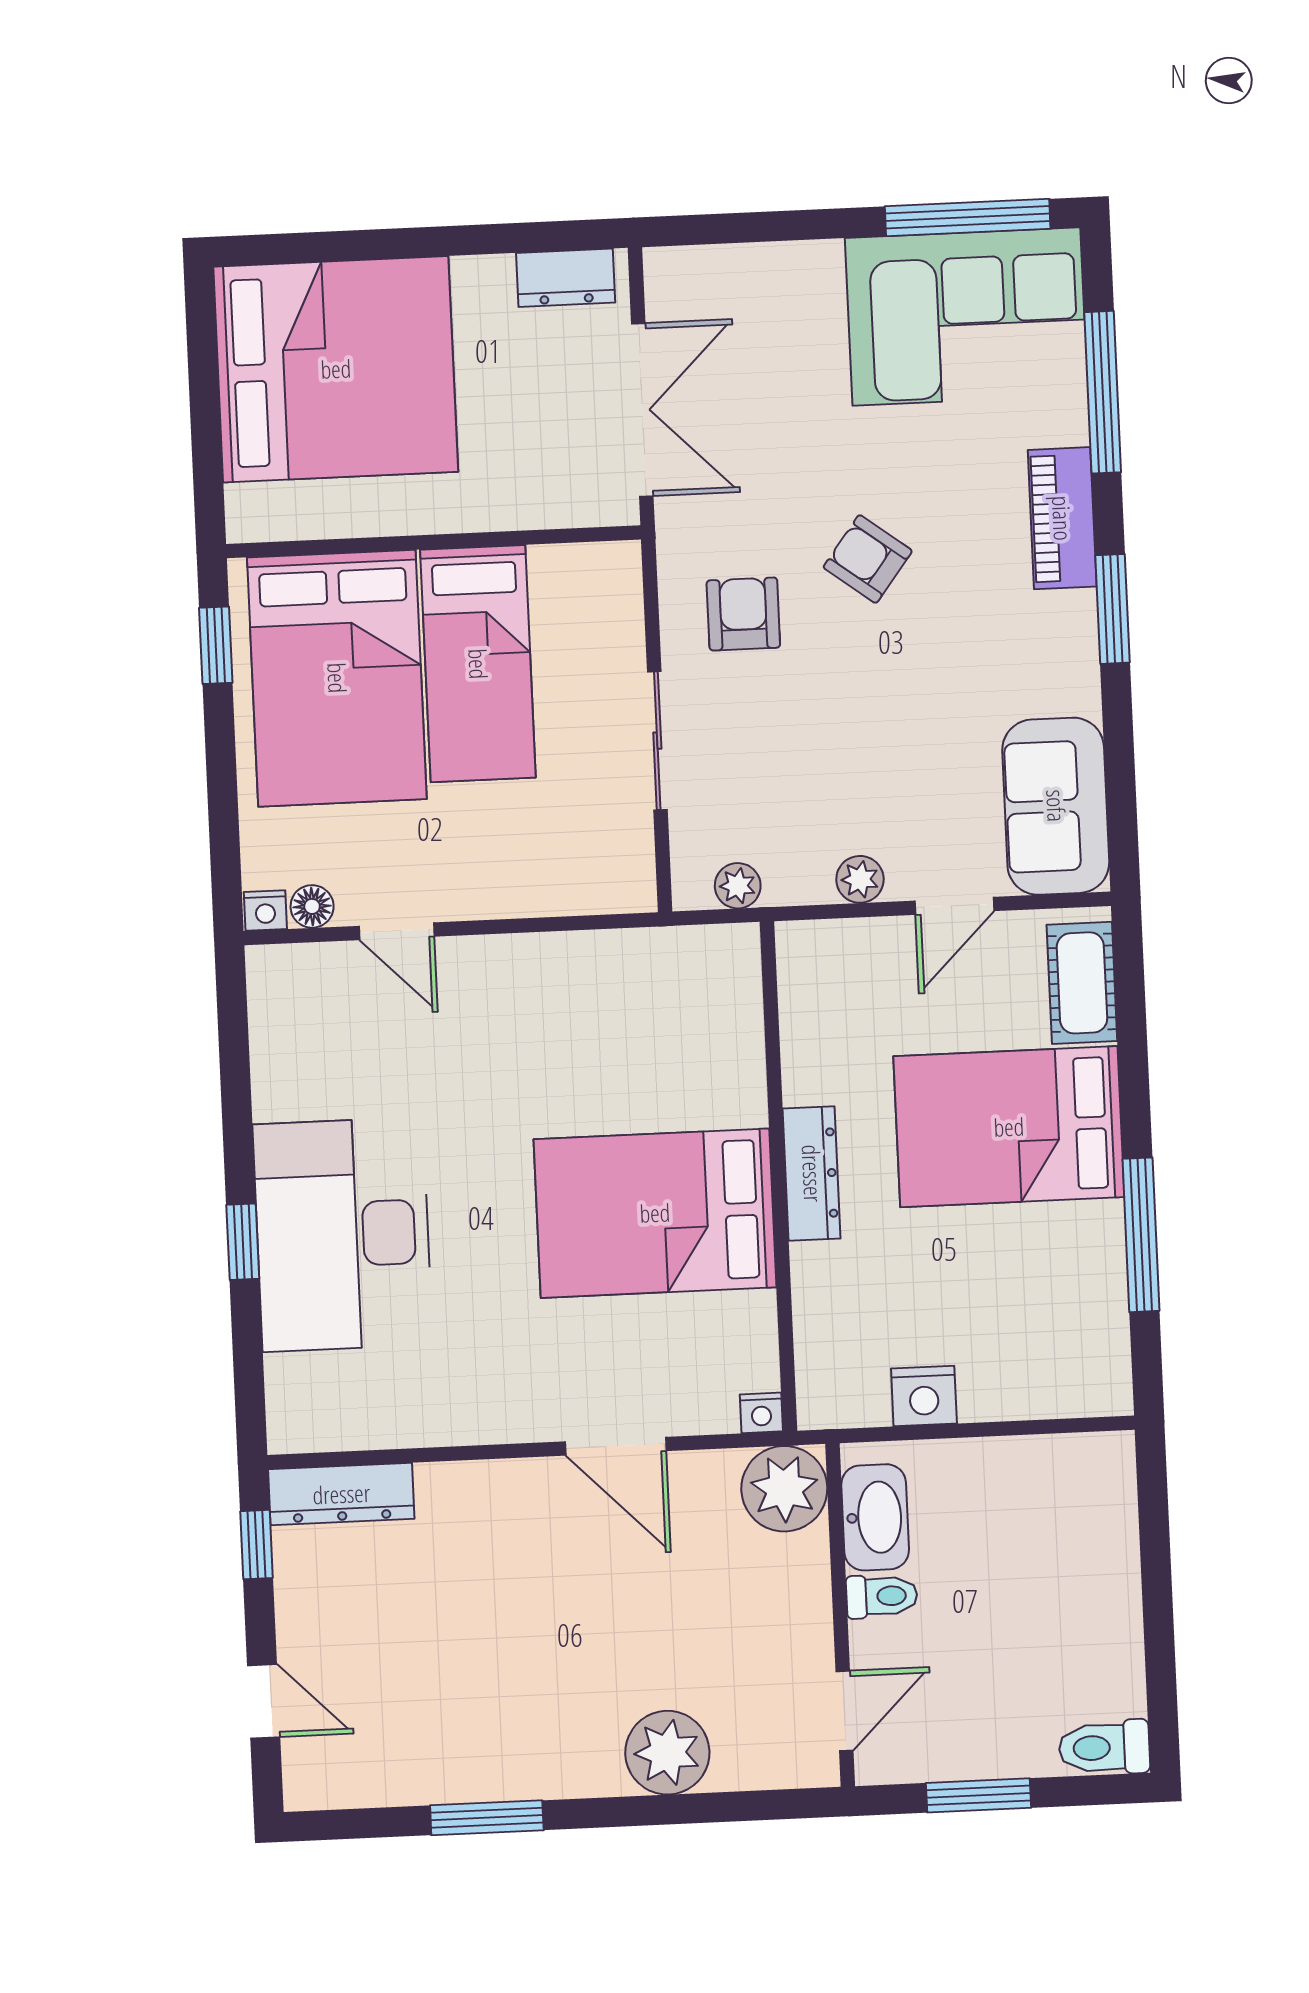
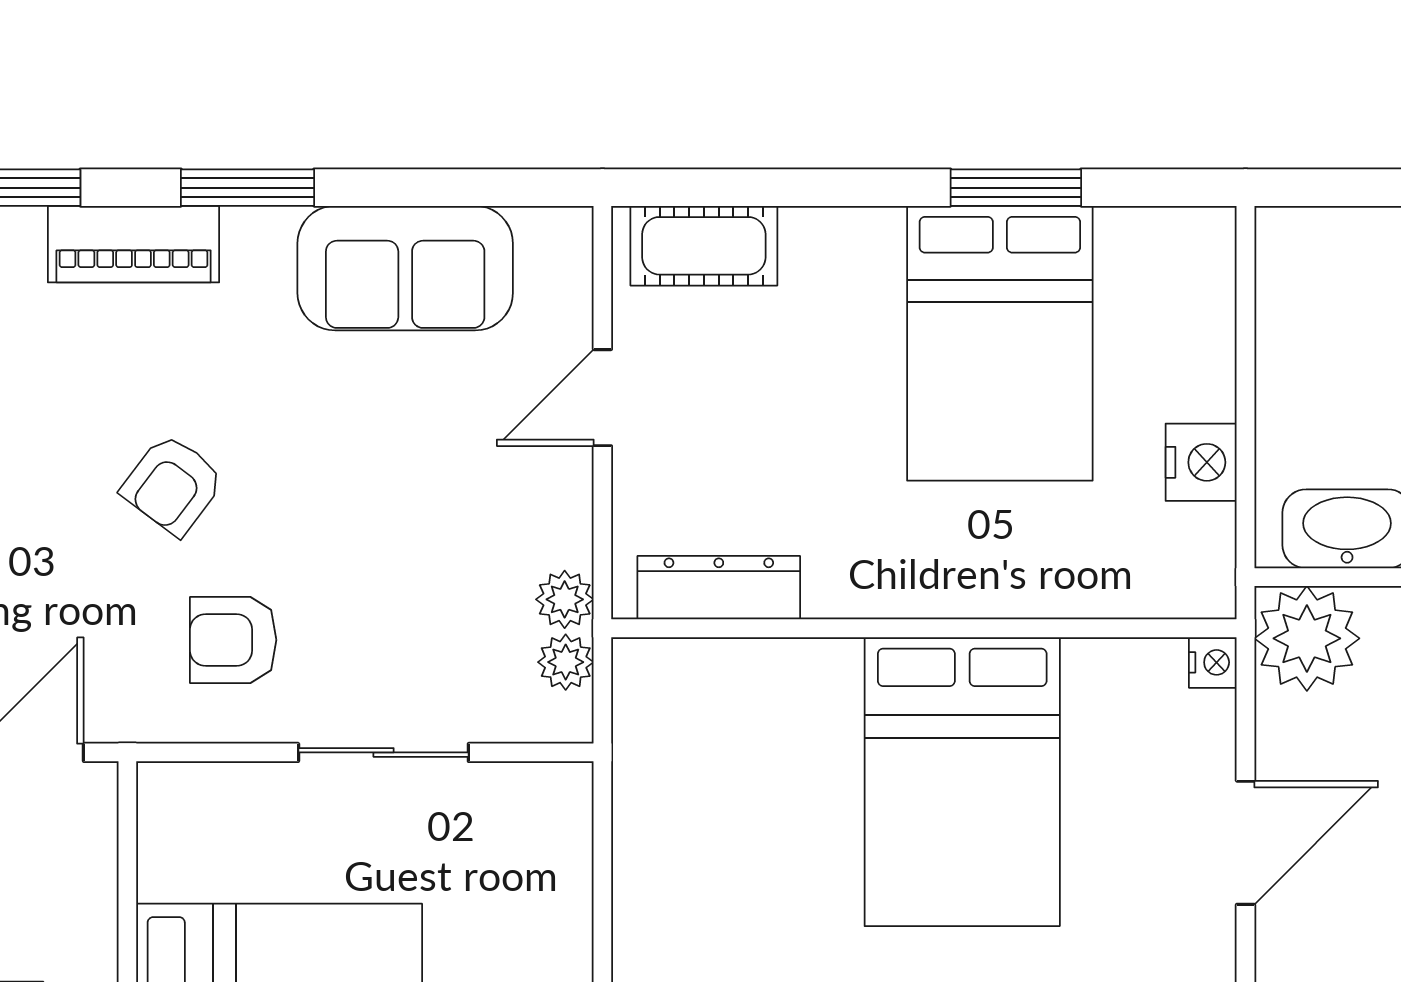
sofa: (1056, 806) -> (405, 268), moved
plant: (860, 879) -> (565, 599), moved
door: (954, 906) -> (602, 398), swing flipped
bed: (1009, 1127) -> (1000, 343), moved
dresser: (812, 1173) -> (719, 588), moved
window: (1141, 1235) -> (1016, 188), width x0.69

